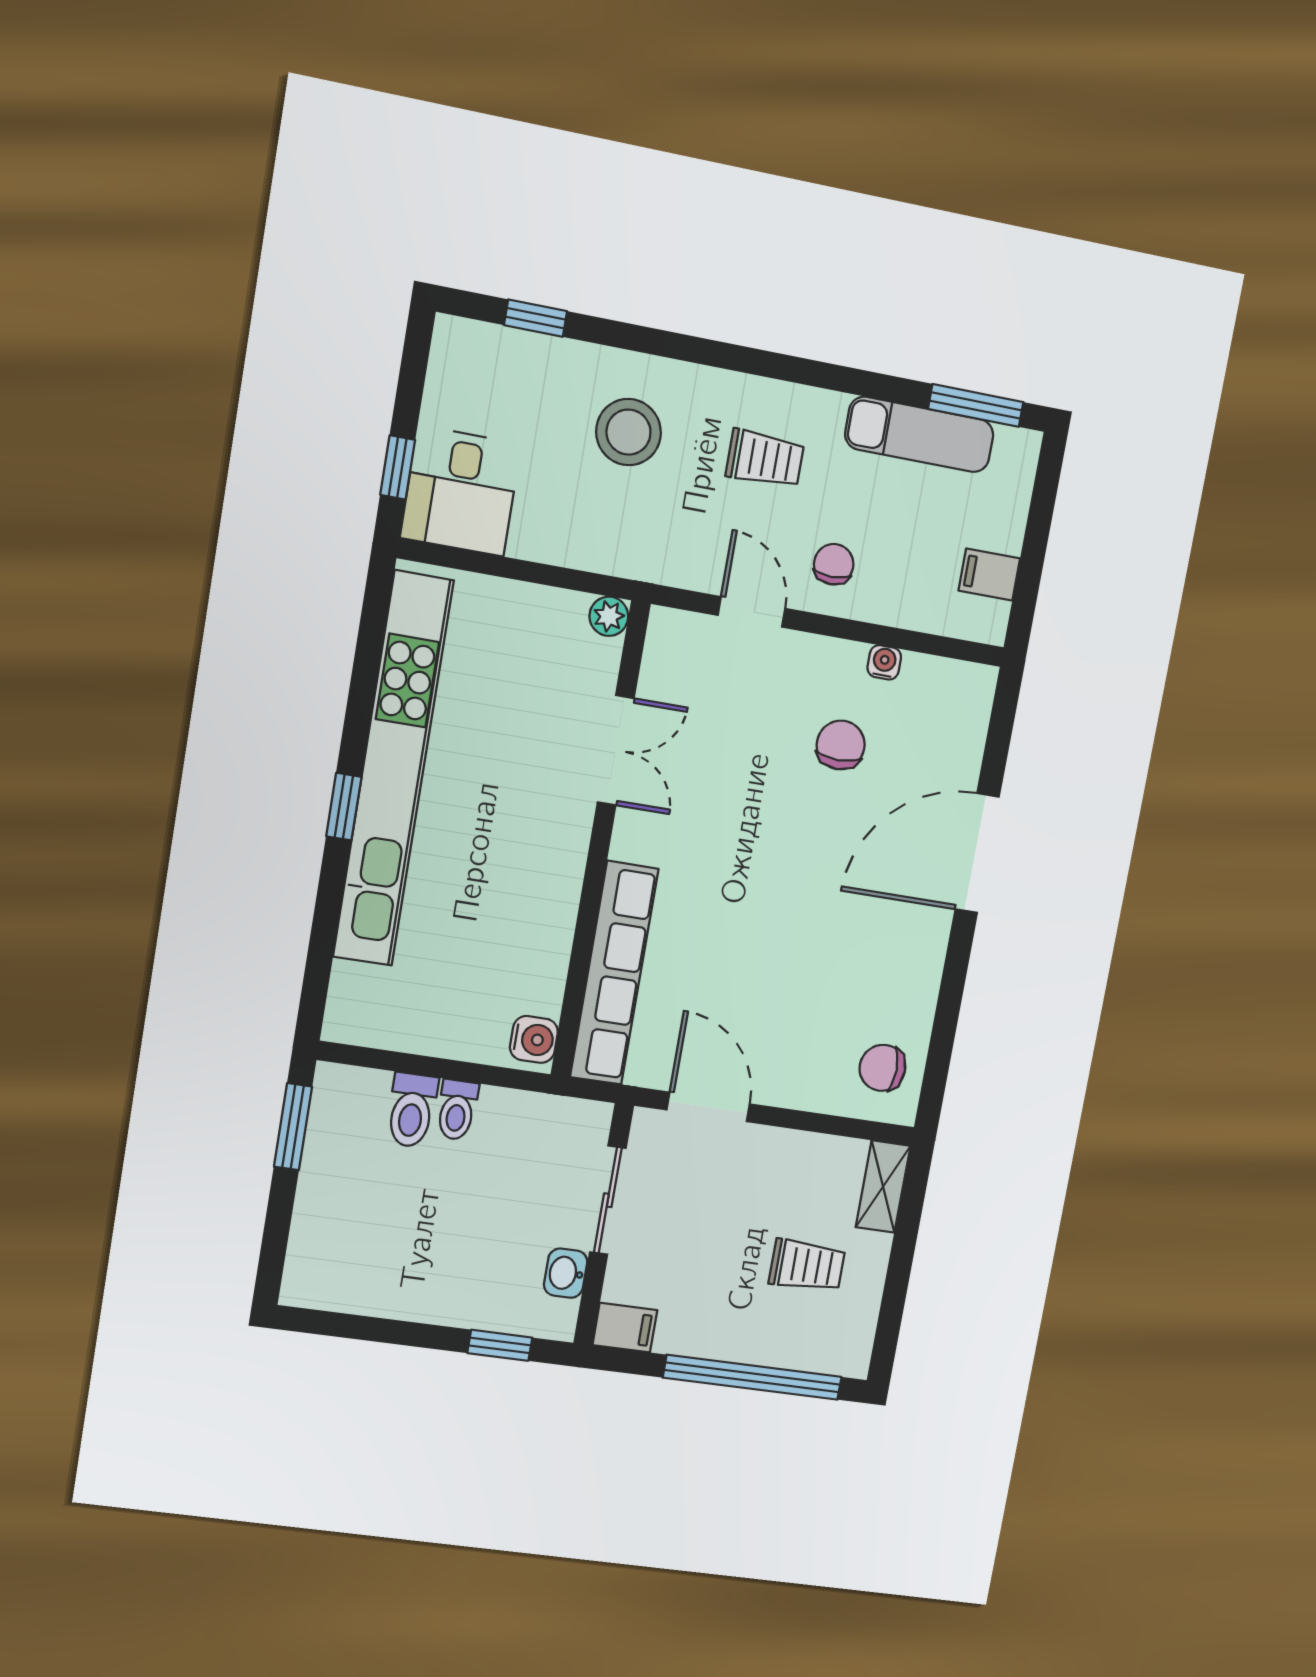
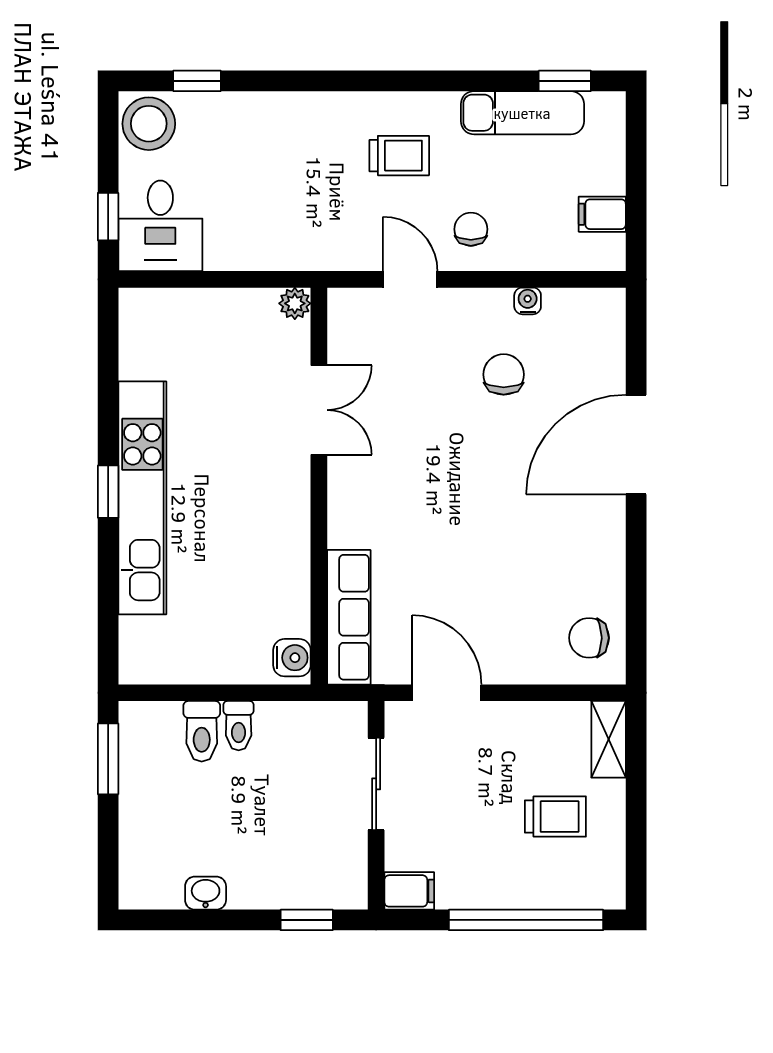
window: (976, 405) -> (565, 81), width x0.67
stool: (628, 432) -> (149, 124), moved
kitchen unit: (393, 770) -> (142, 498), width x0.73
row of seats: (614, 973) -> (349, 617), width x0.73
washbasin: (566, 1273) -> (206, 893), moved, turned 90

